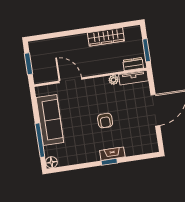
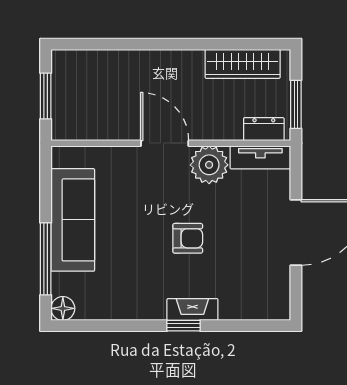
wardrobe: (106, 37) -> (243, 64), moved
door: (70, 80) -> (165, 143), moved
plant: (114, 80) -> (209, 165), width x1.88, depth x1.88
armchair: (105, 121) -> (188, 238), turned -90

